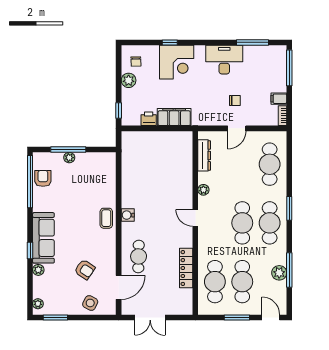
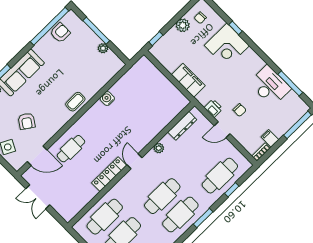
desk: (224, 60) -> (270, 86), moved
printer: (149, 119) -> (213, 108), moved
plant: (69, 158) -> (103, 48), moved
window: (289, 166) -> (232, 190), added
water cooler: (128, 215) -> (107, 99), moved
locker: (186, 268) -> (109, 174), moved

